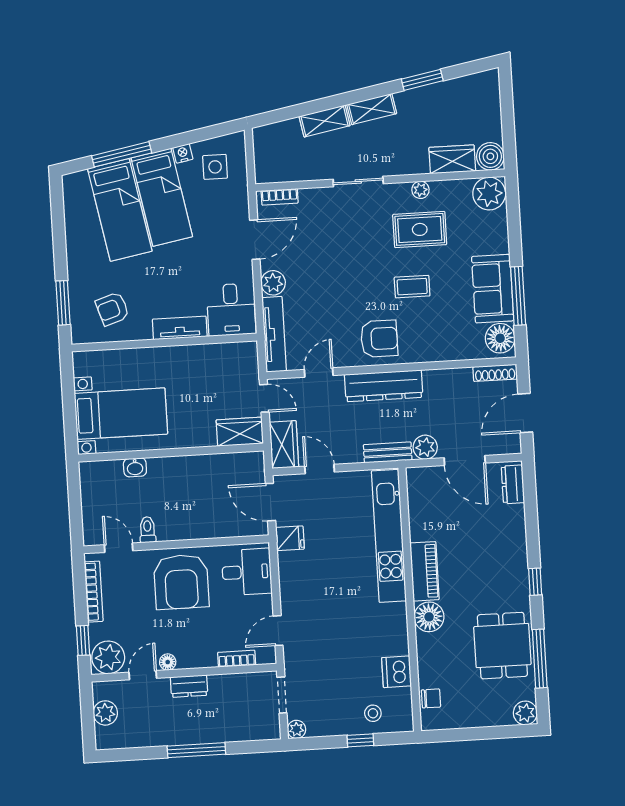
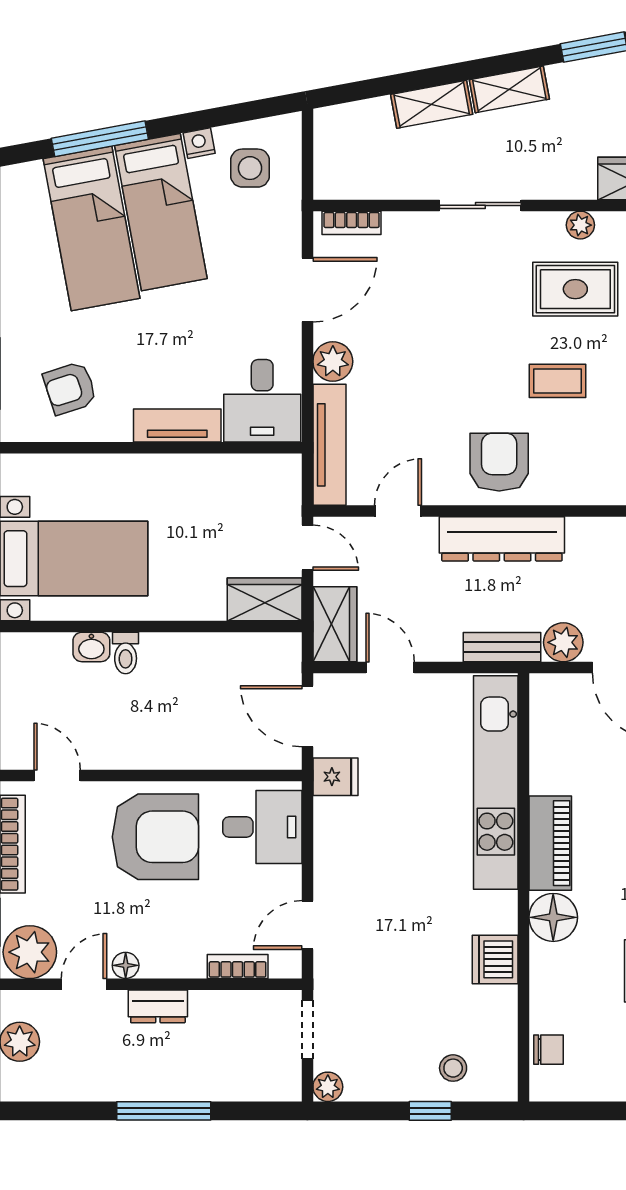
armchair: (379, 339) -> (499, 462), turned -90
toilet: (147, 530) -> (126, 653), moved, turned 180
armchair: (181, 582) -> (155, 837), turned -90
dishwasher: (396, 672) -> (495, 959), moved

